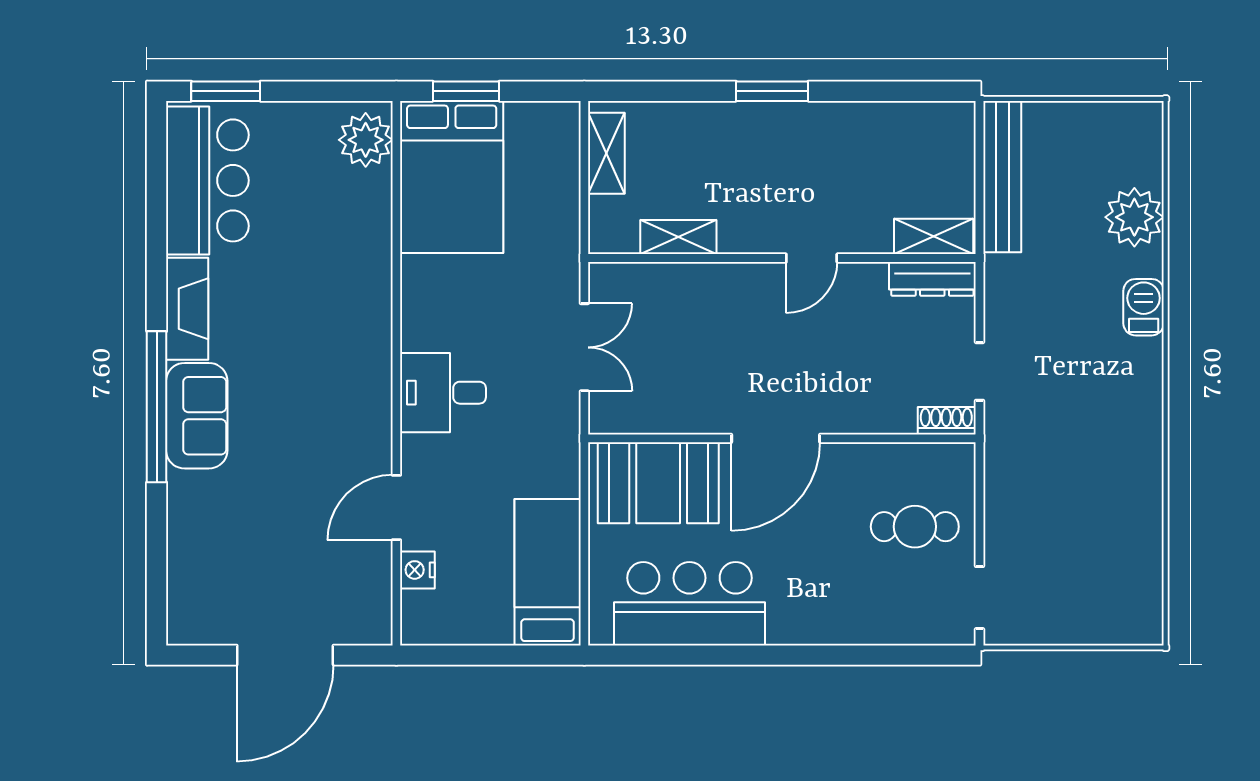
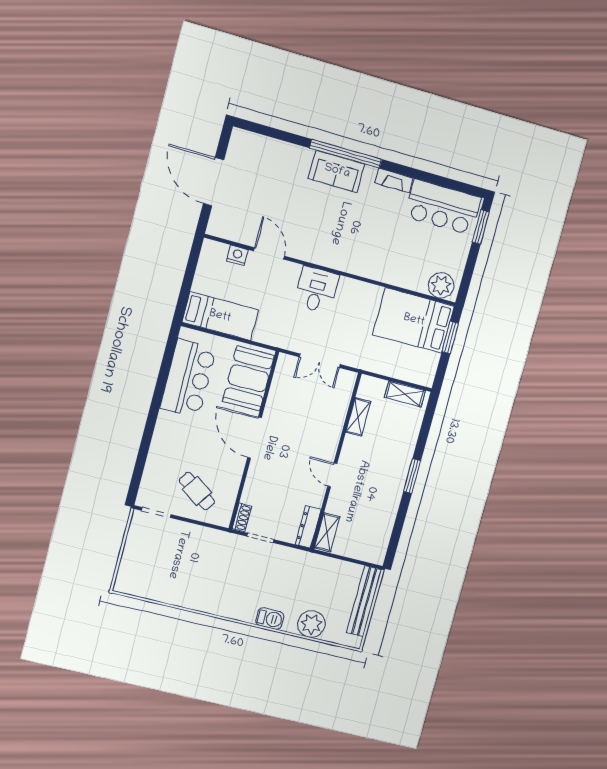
bench: (1002, 177) -> (364, 601), moved, turned 90
fireplace: (187, 309) -> (394, 180), width x0.73, depth x0.76
cafe table: (915, 527) -> (197, 491), turned -55

